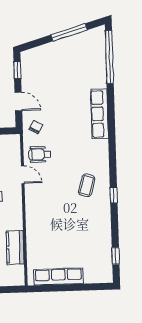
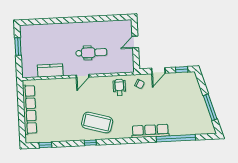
window: (109, 57) -> (176, 138), moved
door: (23, 175) -> (83, 76), moved
coffee table: (87, 185) -> (97, 123), width x1.86, depth x1.72
row of seats: (58, 277) -> (30, 109), width x1.36

